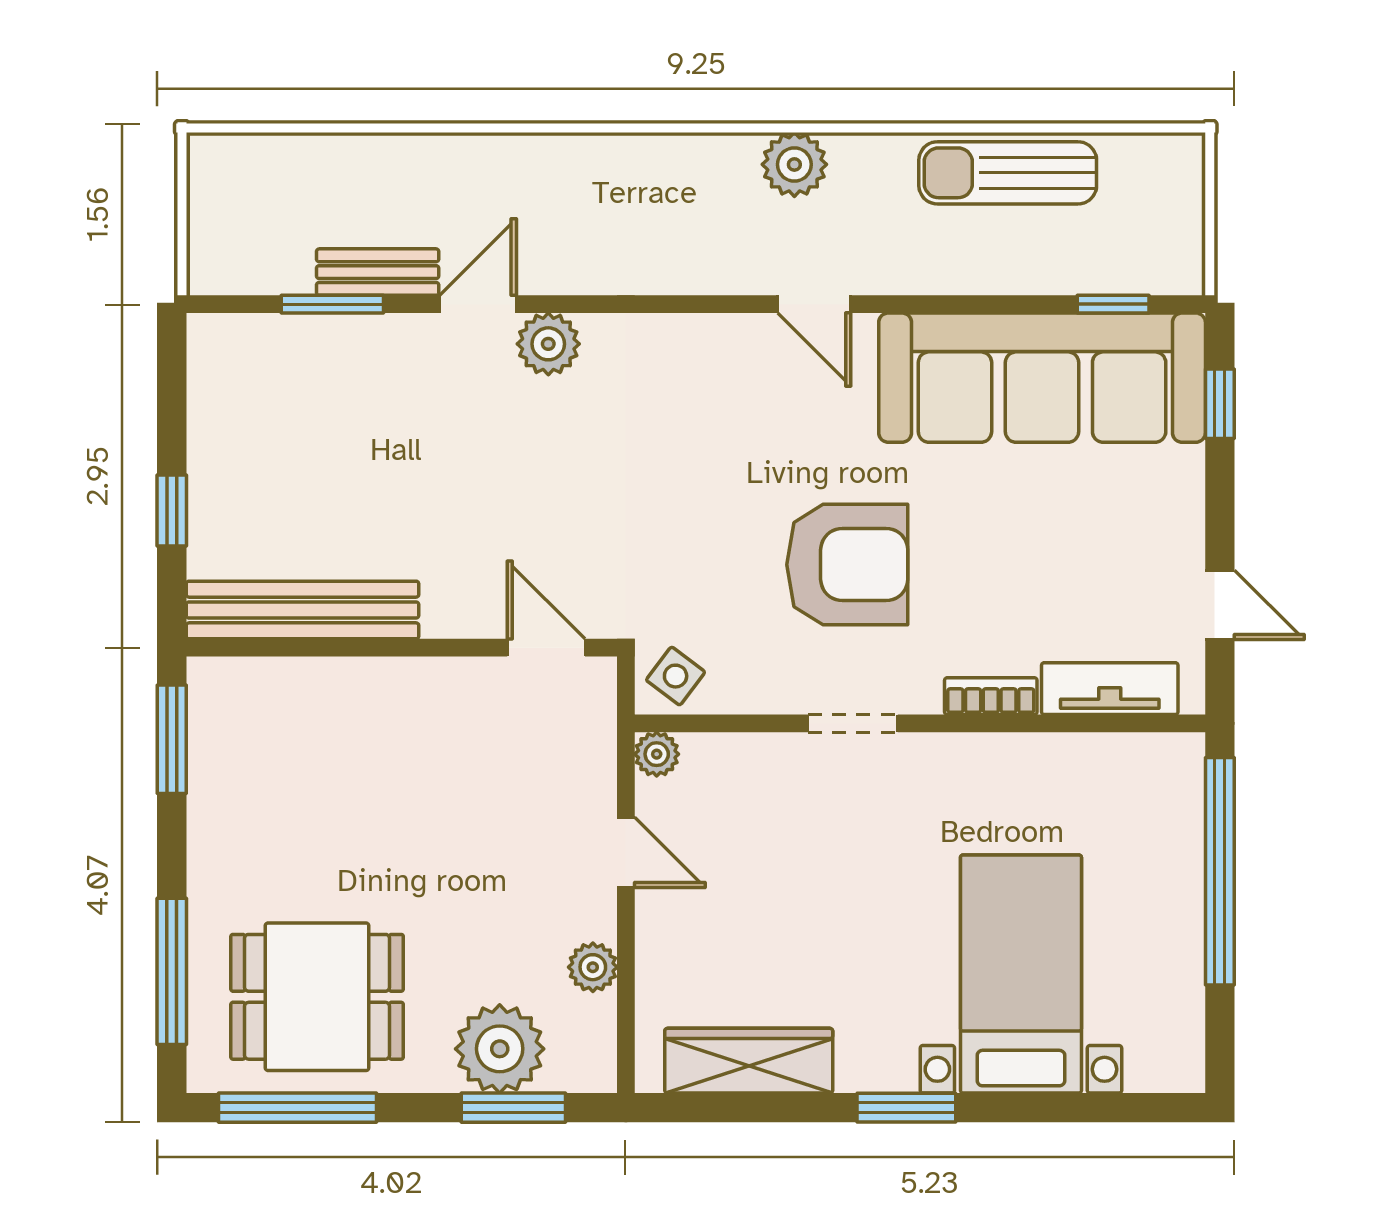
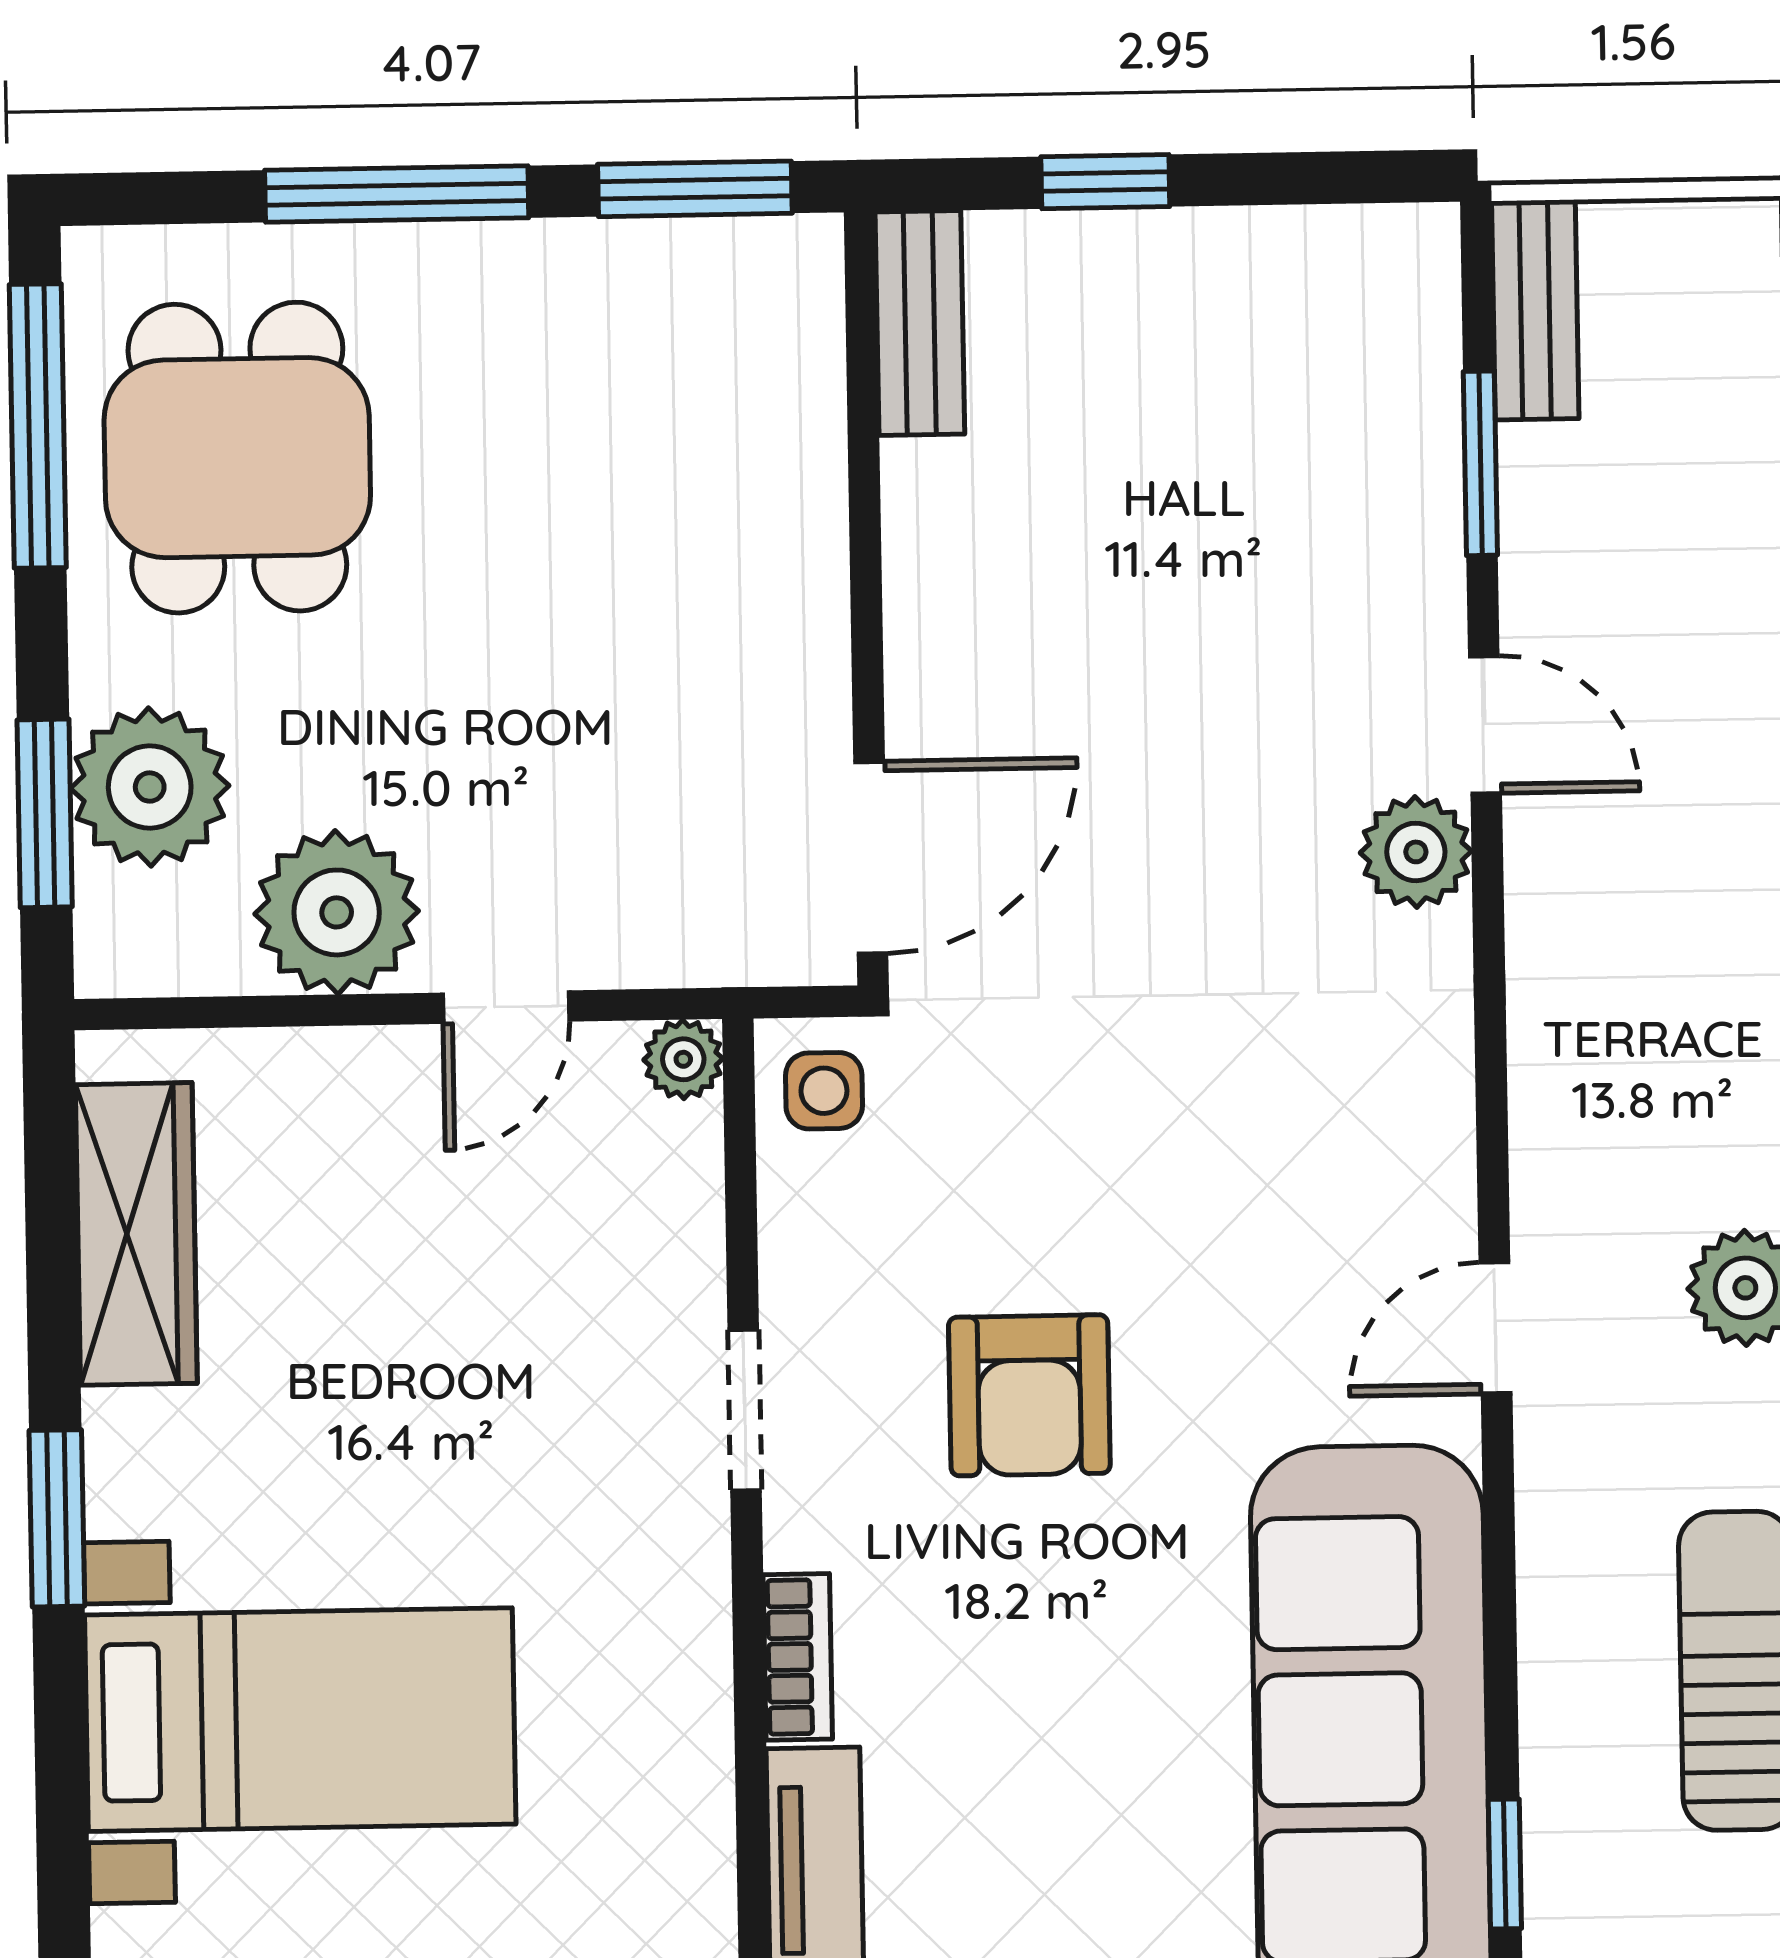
bench: (378, 272) -> (1535, 310), moved
armchair: (847, 565) -> (1029, 1395), width x0.73, depth x0.73
bench: (302, 610) -> (920, 323), width x0.54, depth x0.82
door: (546, 648) -> (871, 858), width x1.38
side table: (676, 676) -> (824, 1091), turned -37
plant: (593, 967) -> (337, 912), width x1.88, depth x1.88
window: (172, 971) -> (397, 194), moved

